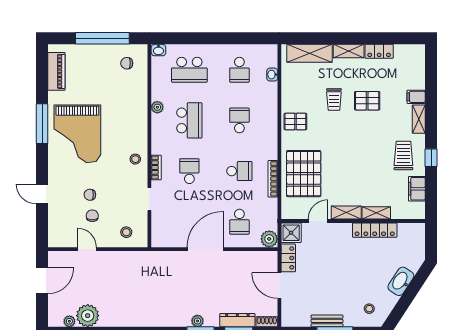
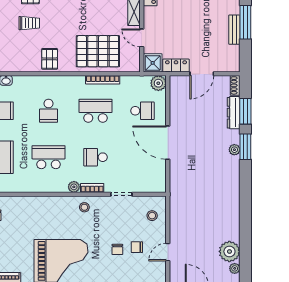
plant: (157, 107) -> (74, 187), moved
school desk: (239, 120) -> (49, 111), turned -90
school desk: (239, 171) -> (95, 111), width x1.85

